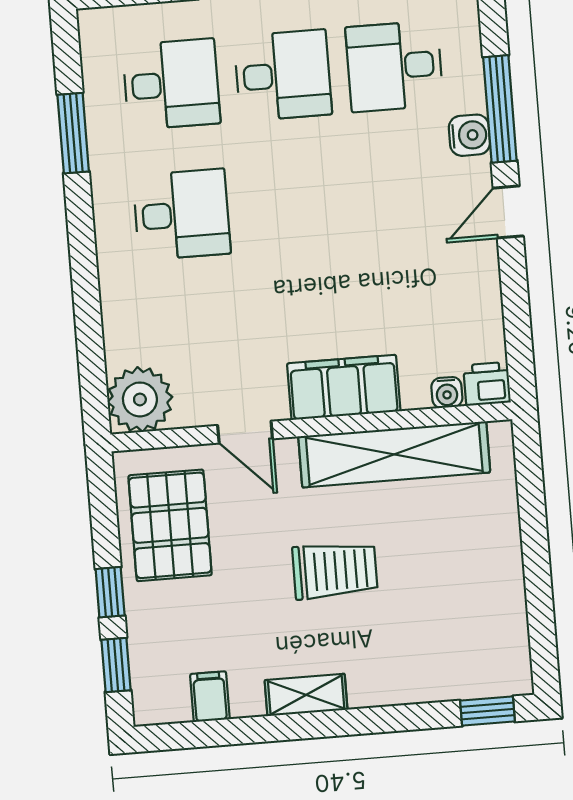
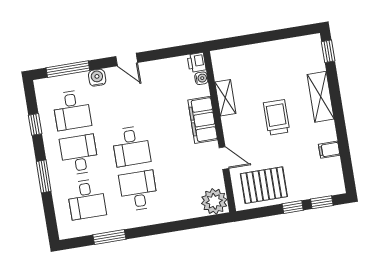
desk: (171, 84) -> (86, 199), turned 180
window: (500, 109) -> (68, 69), moved
desk: (293, 205) -> (131, 146), added
door: (245, 432) -> (224, 158), hinge flipped
shelving: (394, 454) -> (225, 98), width x0.45, depth x0.75
shelving: (306, 695) -> (321, 97), moved, width x1.50, depth x1.33
filing cabinet: (210, 697) -> (329, 150), moved

